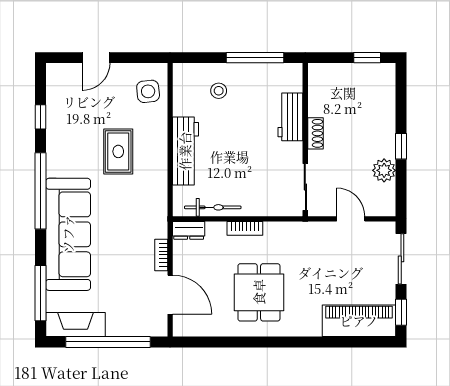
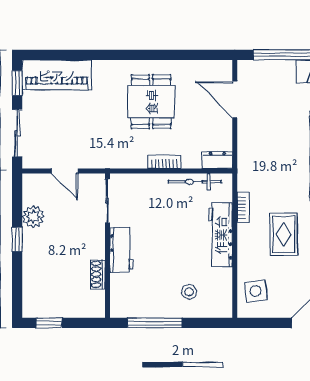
workbench: (290, 117) -> (121, 250), moved
shoe rack: (315, 133) -> (98, 274), moved
bookcase: (161, 255) -> (243, 207), moved

